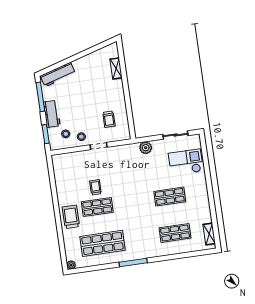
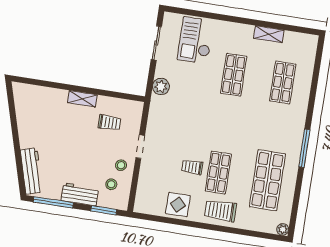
shelving: (116, 68) -> (82, 99), moved
display table: (66, 185) -> (178, 205), added
shelving: (209, 234) -> (269, 34), moved

